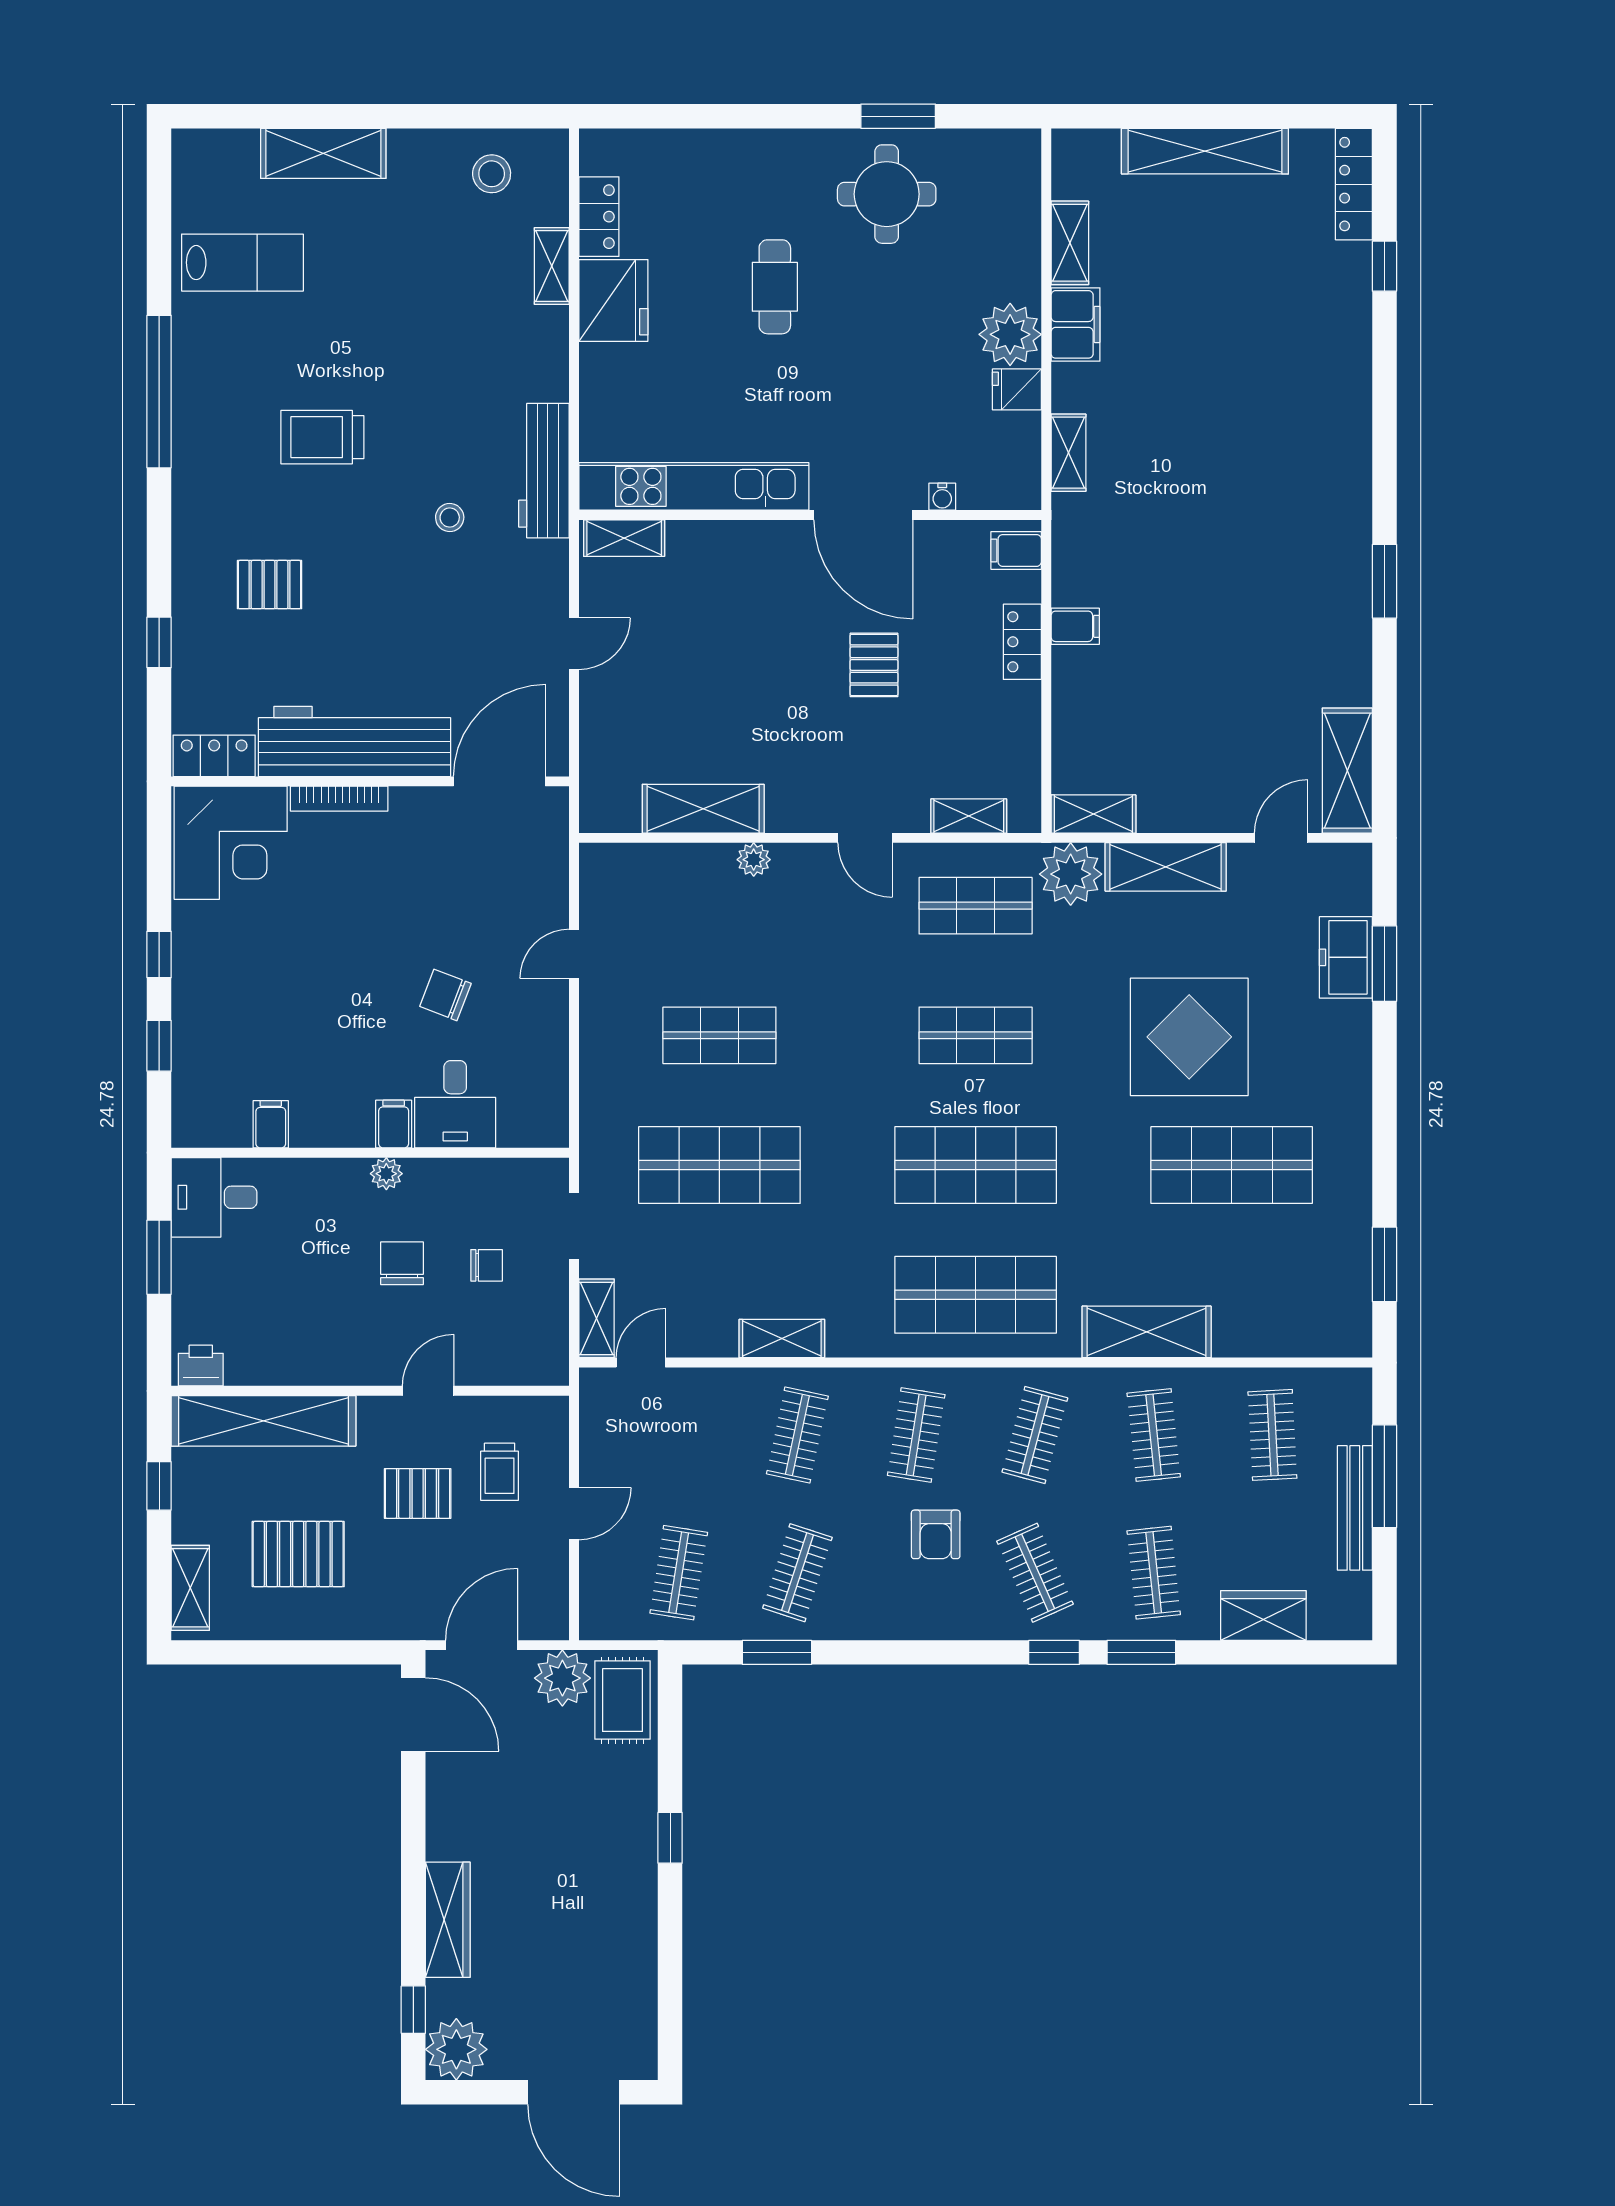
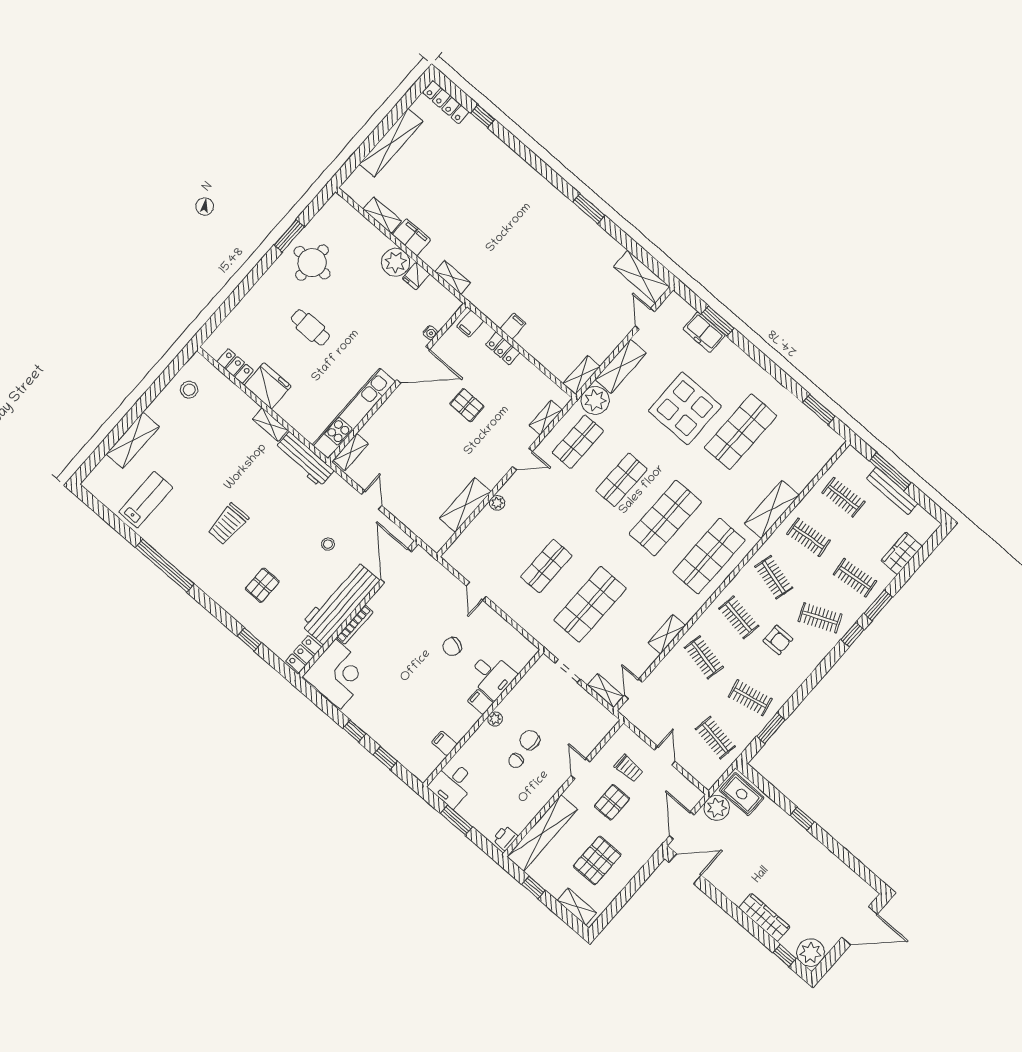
shelving: (552, 266) -> (270, 425), moved
stool: (450, 518) -> (328, 544), moved
chair: (487, 1265) -> (516, 761), moved, turned 180
clothes rail: (797, 1573) -> (750, 698), turned -30

